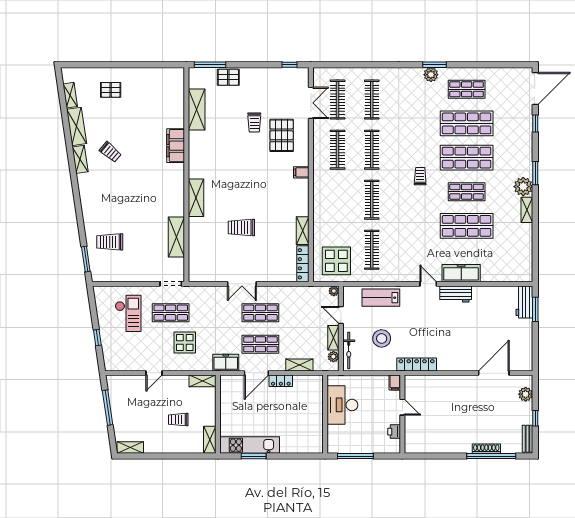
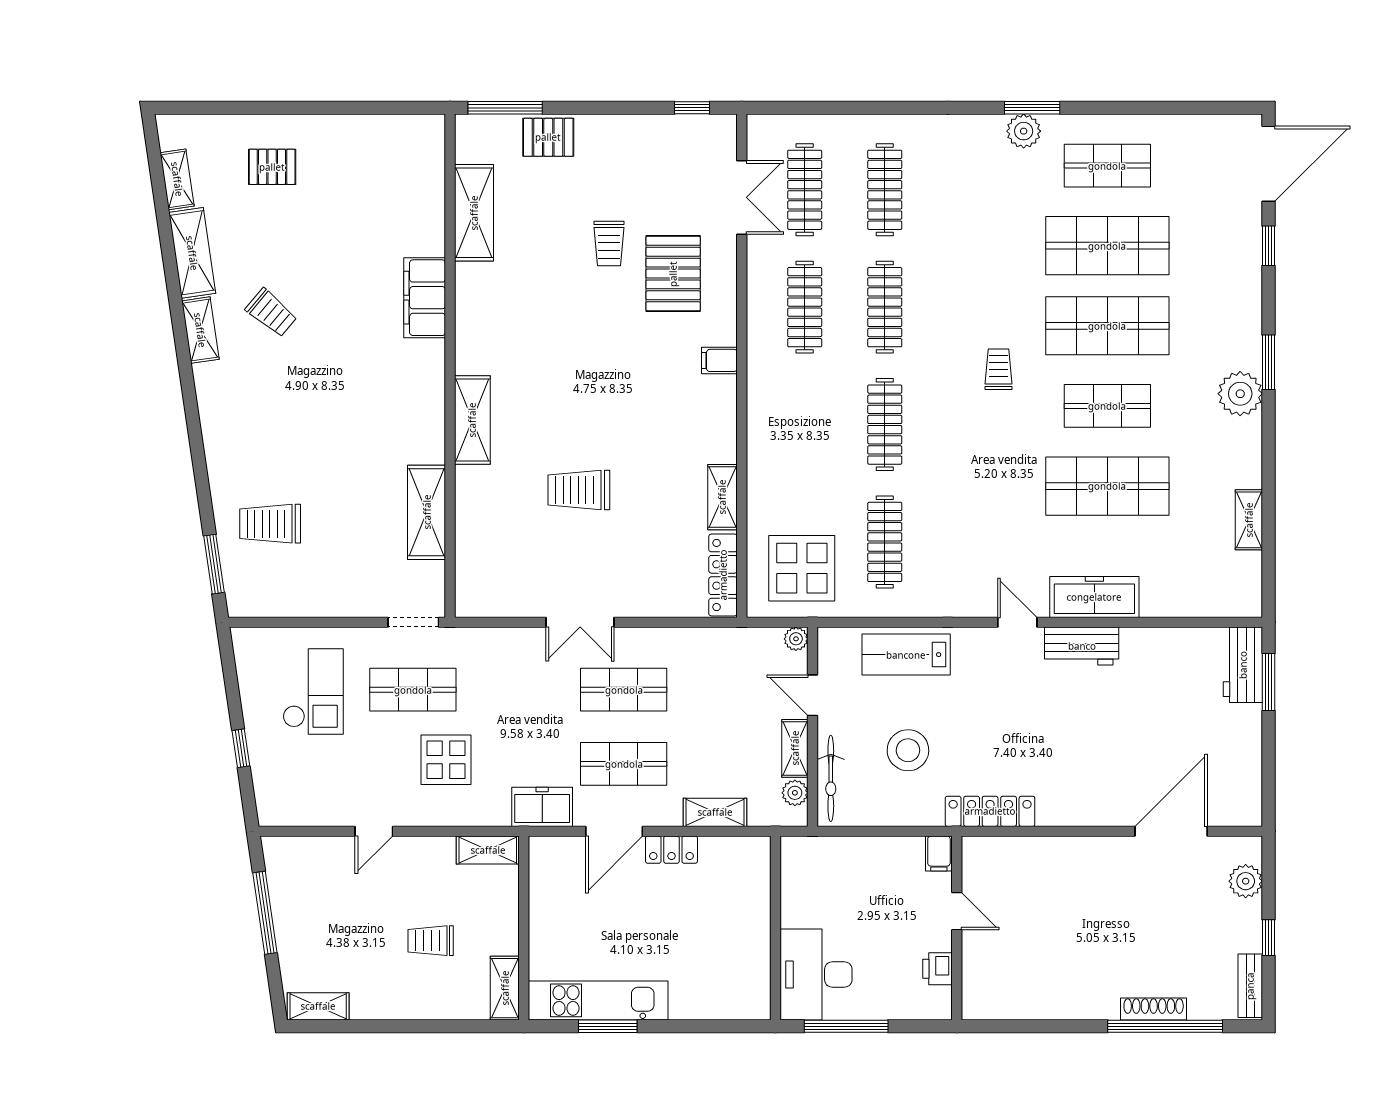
shelving: (527, 210) -> (1249, 520), moved
desk: (342, 405) -> (816, 974), moved

